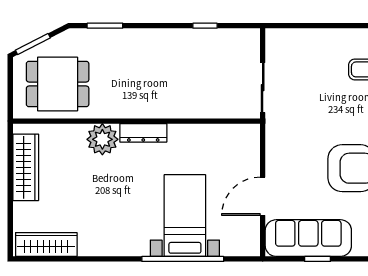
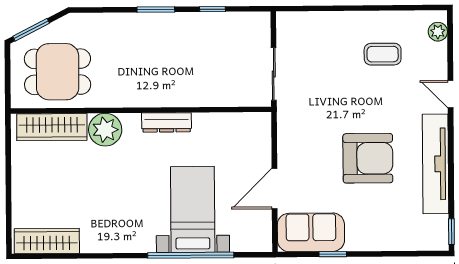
window: (105, 26) -> (156, 10), moved
dresser: (143, 133) -> (167, 122), moved
wardrobe: (26, 167) -> (52, 127), moved, turned 90
sofa: (308, 238) -> (311, 232), width x0.73

